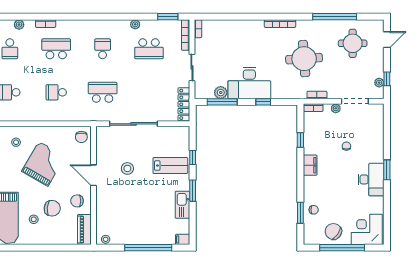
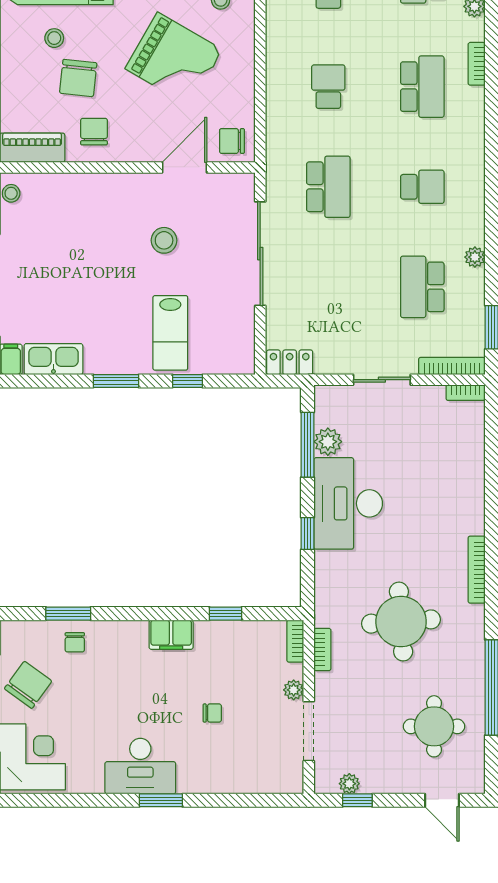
locker: (184, 104) -> (290, 362), width x0.66
door: (94, 175) -> (184, 167), moved
kitchen sink: (182, 205) -> (53, 359), moved

